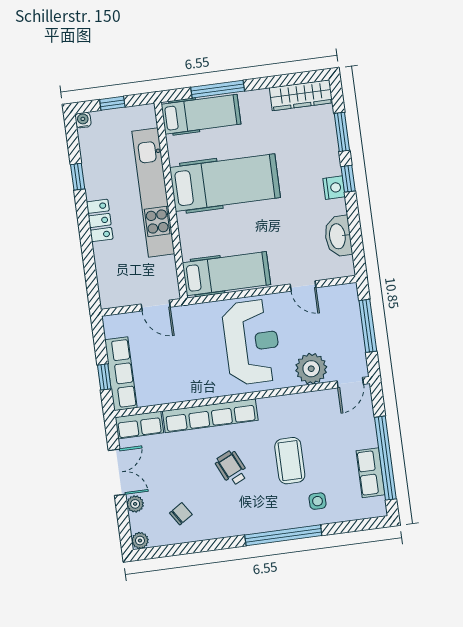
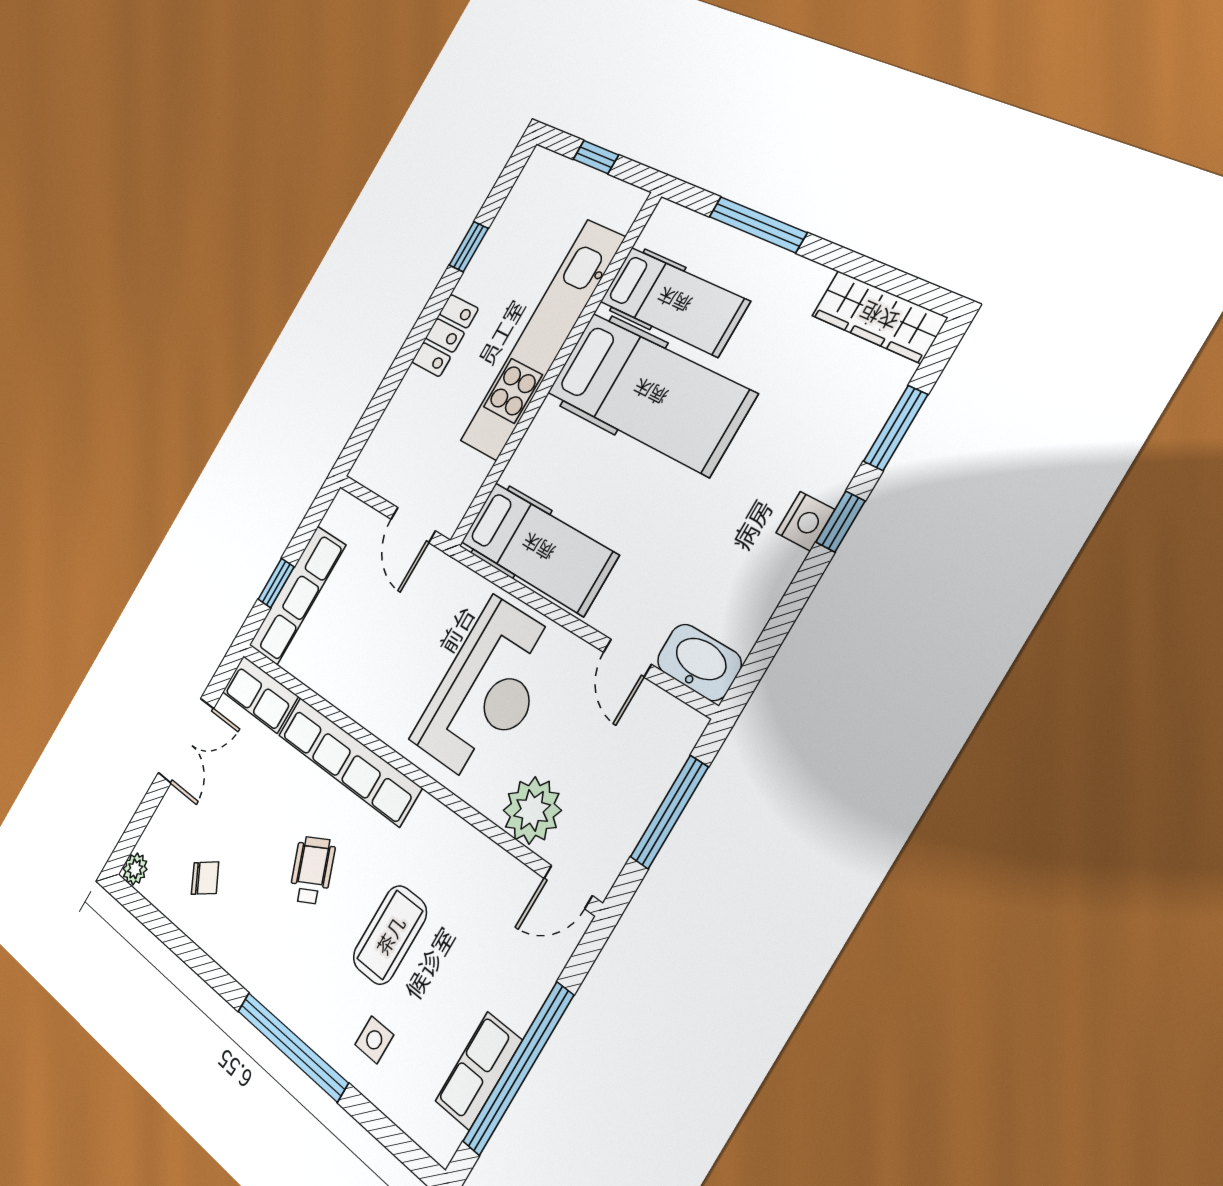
hospital bed: (201, 114) -> (674, 301), moved
water cooler: (83, 120) -> (540, 161), removed
washbasin: (338, 236) -> (699, 662), moved, turned 90
plant: (135, 504) -> (170, 809), removed

